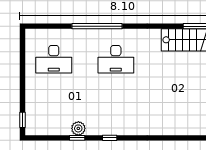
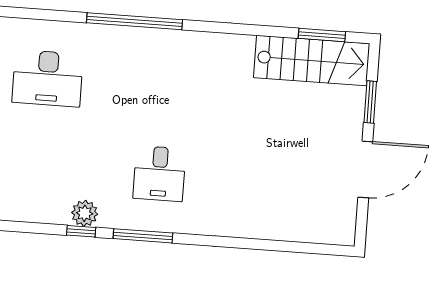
desk: (116, 59) -> (159, 174), moved, width x0.73
window: (110, 138) -> (143, 236), width x2.17

